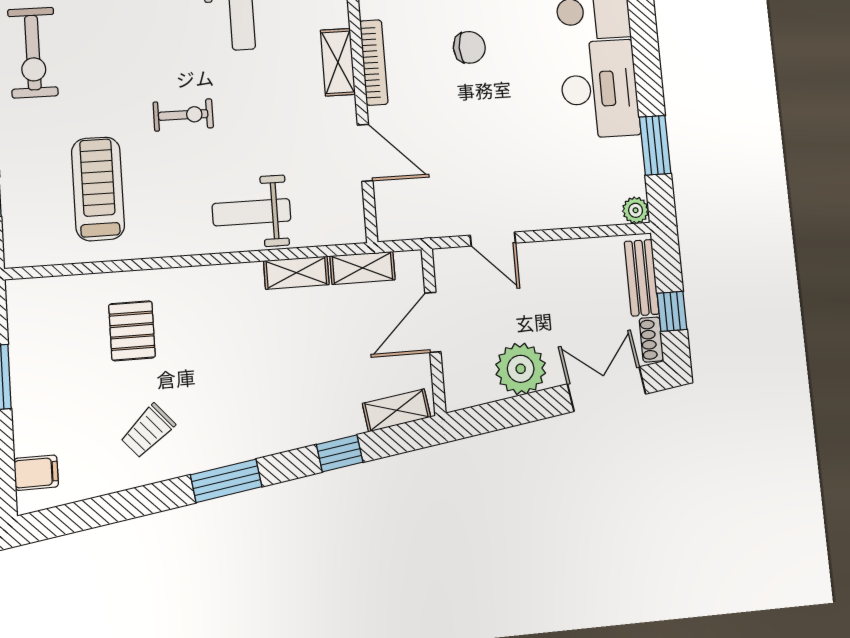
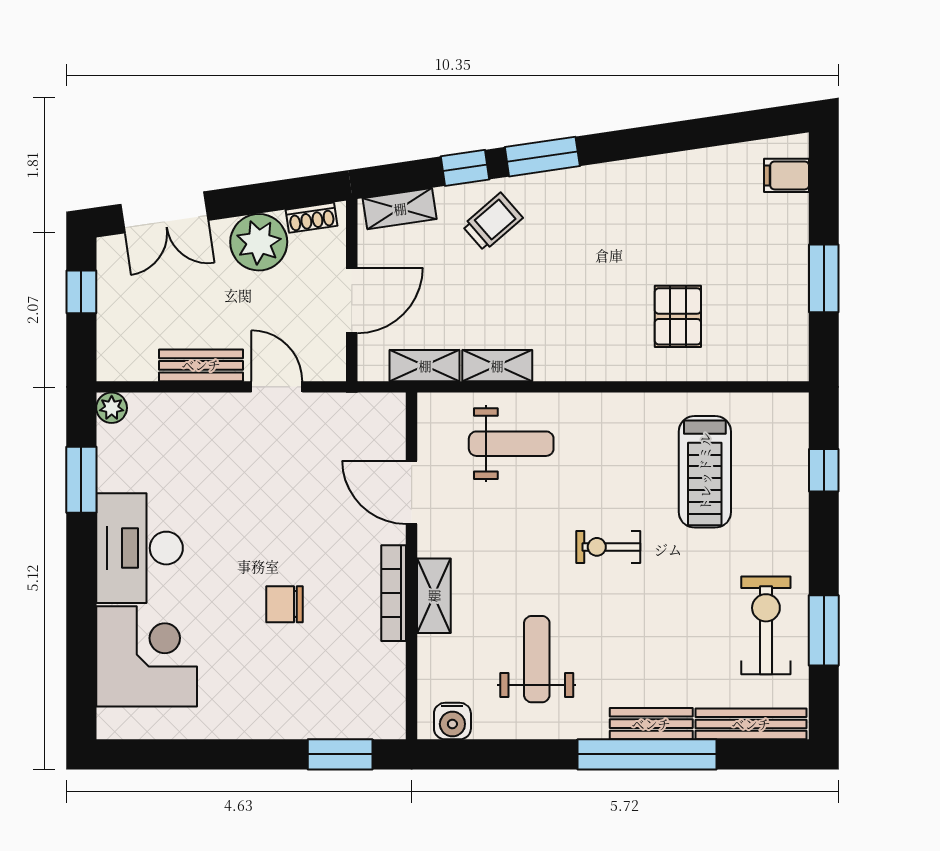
weight bench: (252, 212) -> (511, 444), moved
bench: (642, 278) -> (201, 365), moved, turned 90
shoe rack: (651, 339) -> (311, 218), moved, turned 82
trolley: (148, 431) -> (493, 222), moved
window: (226, 481) -> (542, 157), moved

